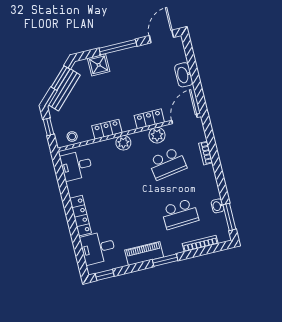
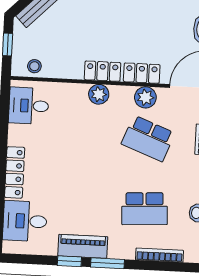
locker: (107, 129) -> (103, 71), moved
school desk: (168, 164) -> (148, 138), turned 30
window: (105, 275) -> (69, 261), moved

